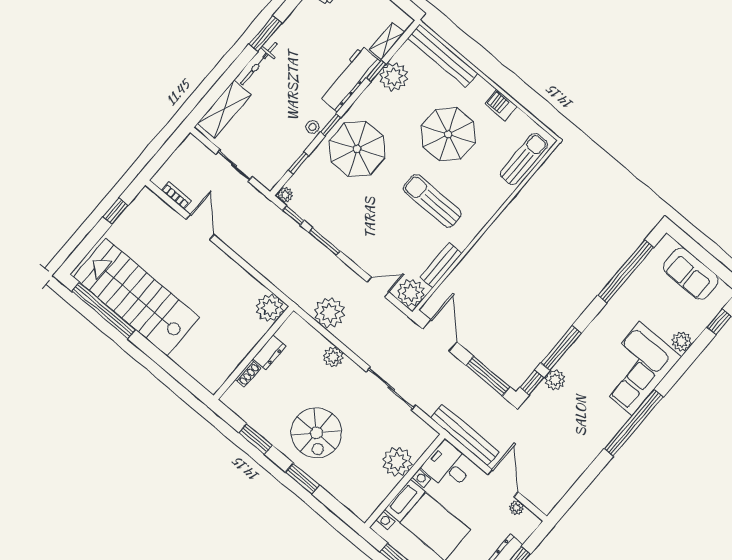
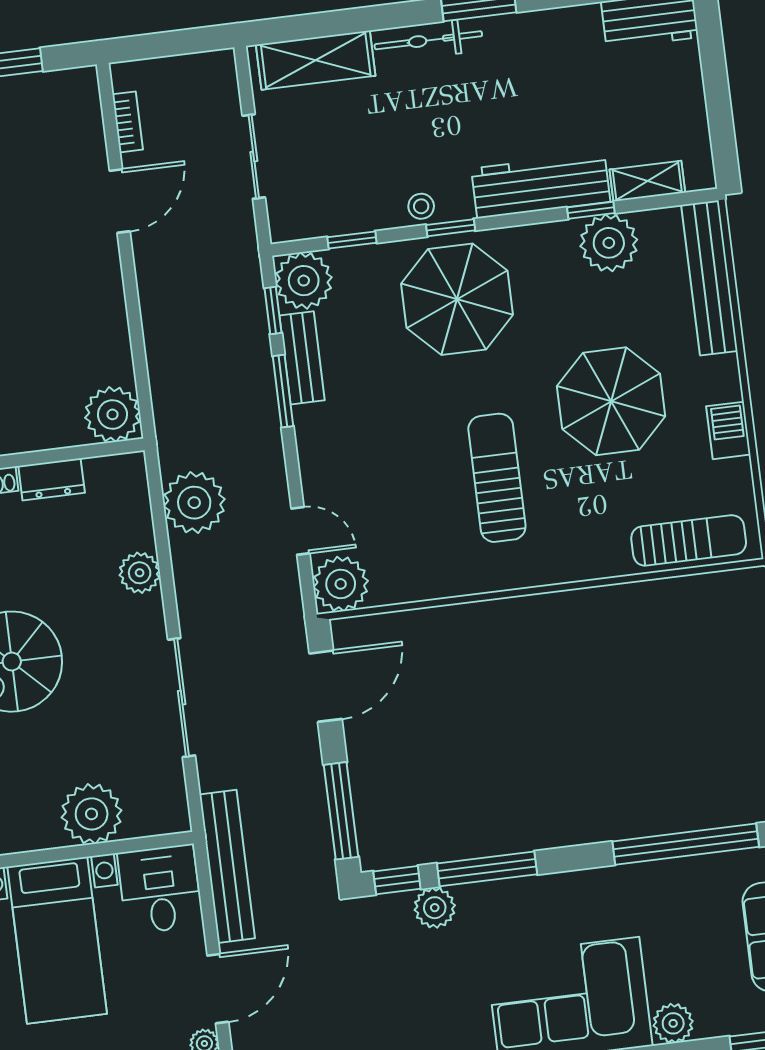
plant: (285, 195) -> (304, 281), width x1.88, depth x1.88
bench: (441, 265) -> (302, 358), moved, turned 90

